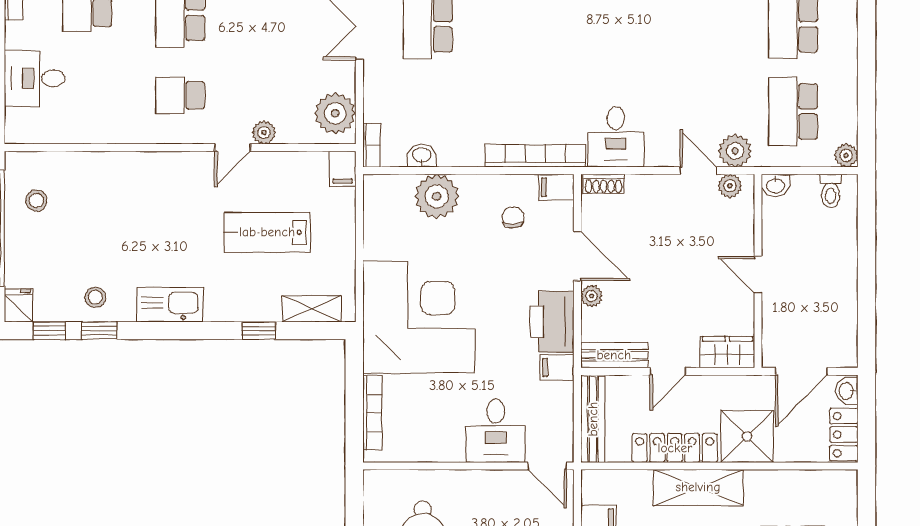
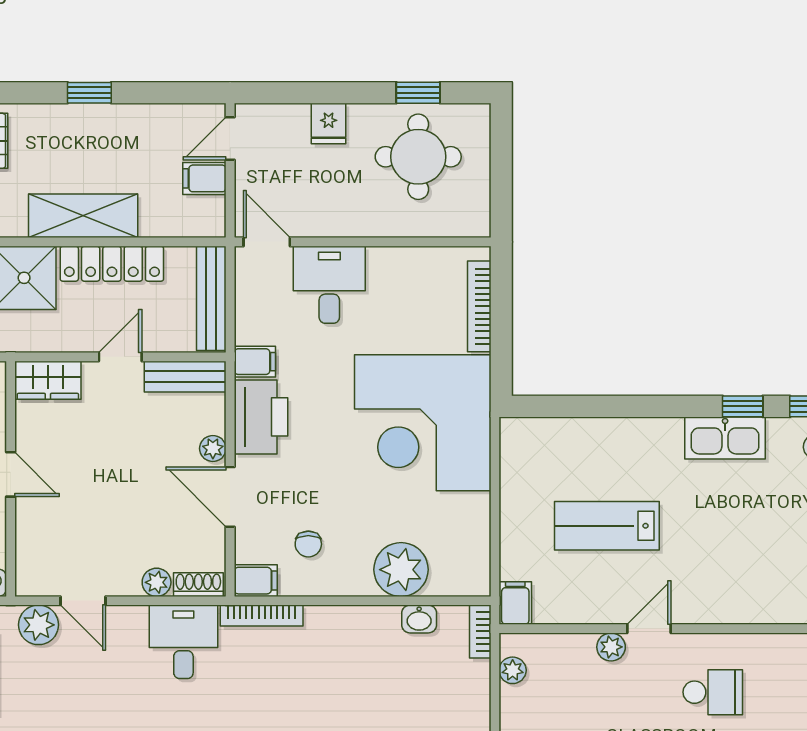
plant: (335, 113) -> (513, 670), width x0.53, depth x0.53
bookcase: (535, 156) -> (262, 615), width x0.68, depth x0.76
plant: (730, 186) -> (157, 582), moved
lab bench: (267, 232) -> (607, 526), turned 180
shelving: (312, 309) -> (553, 433), removed
window: (259, 331) -> (743, 406), moved

